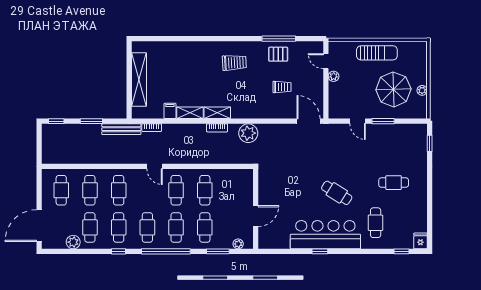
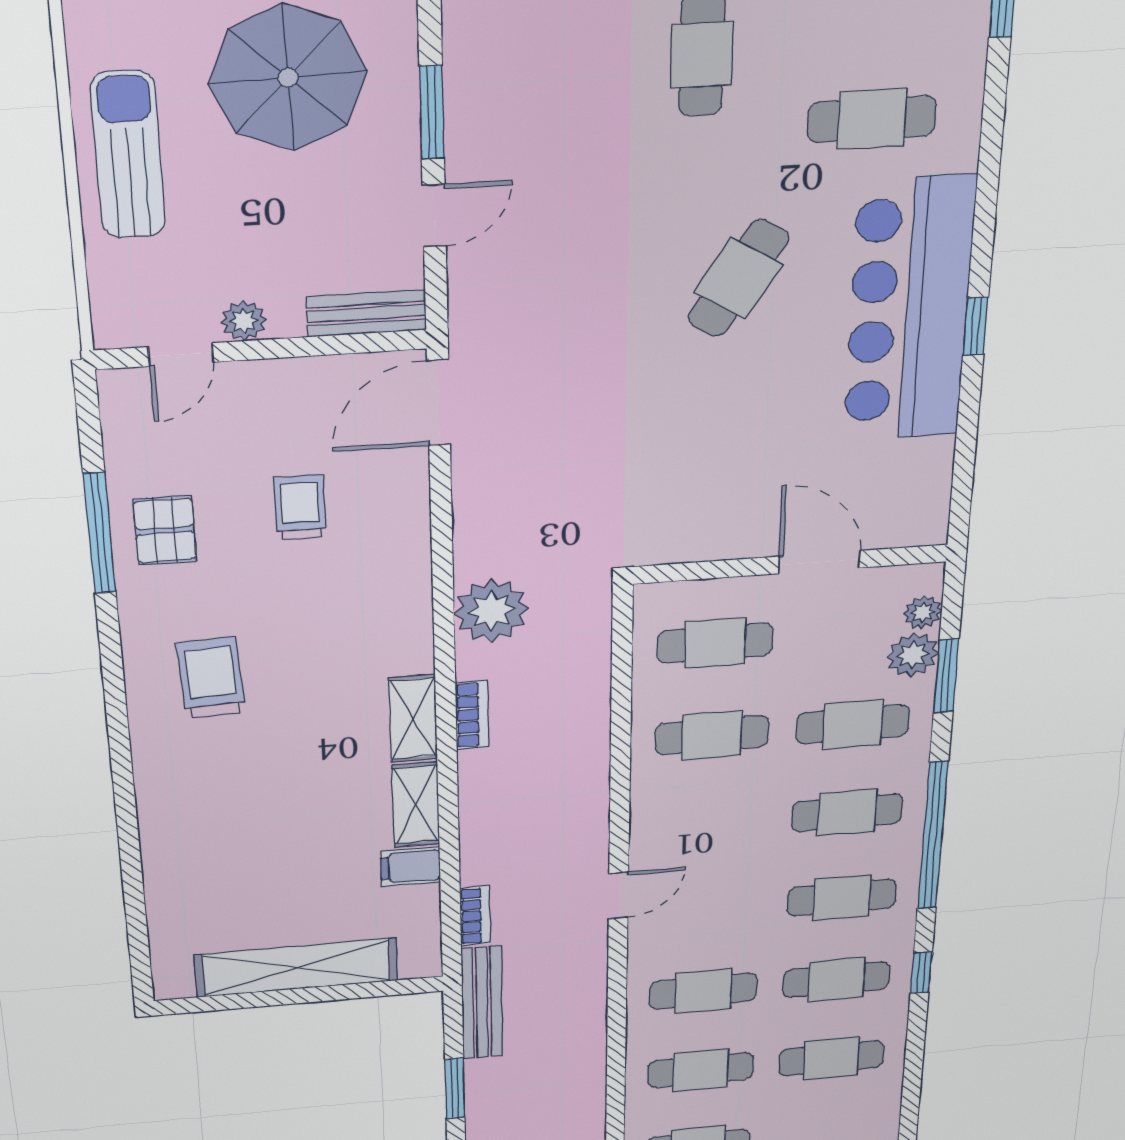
bench: (334, 105) -> (367, 313), added
cafe table: (176, 190) -> (715, 643), moved
plant: (73, 242) -> (913, 655), moved

